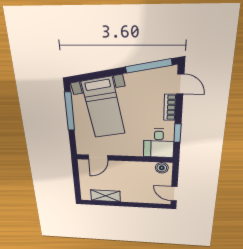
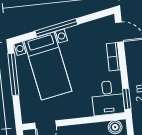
window: (149, 66) -> (56, 28), moved
window: (177, 133) -> (127, 99), moved

